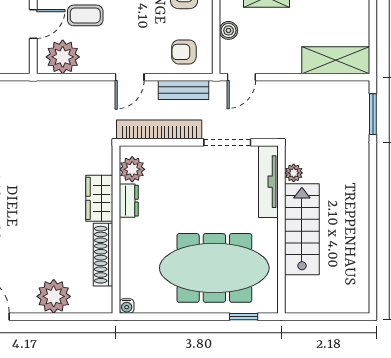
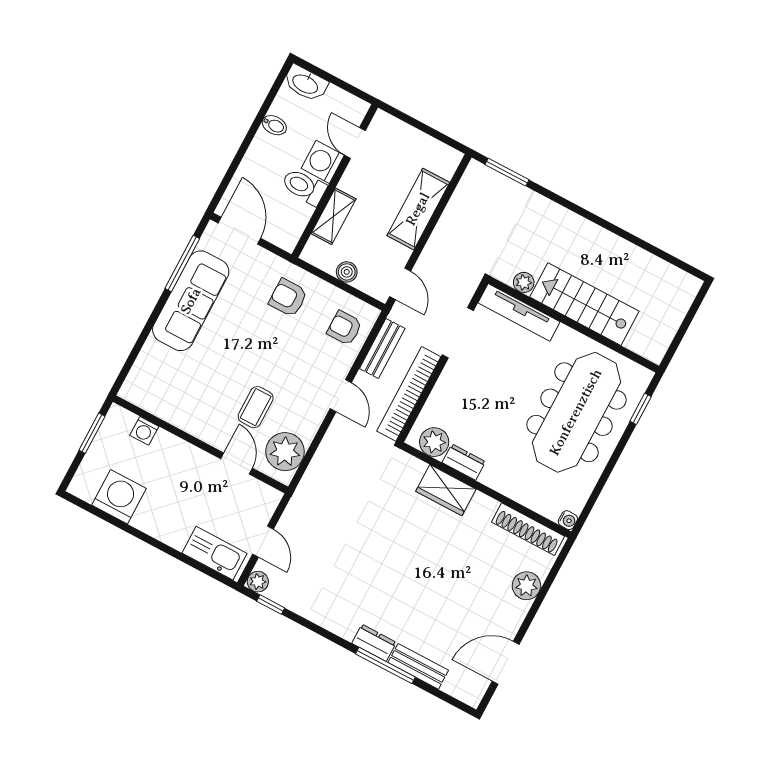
armchair: (184, 52) -> (345, 328), turned 90
shelving: (336, 60) -> (418, 209), moved
shoe rack: (103, 255) -> (528, 529), moved
plant: (54, 296) -> (526, 586), width x0.73, depth x0.73

